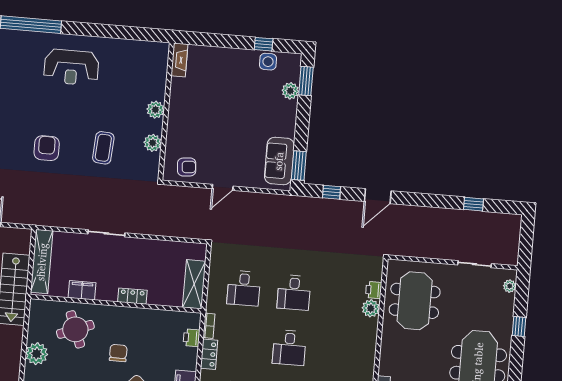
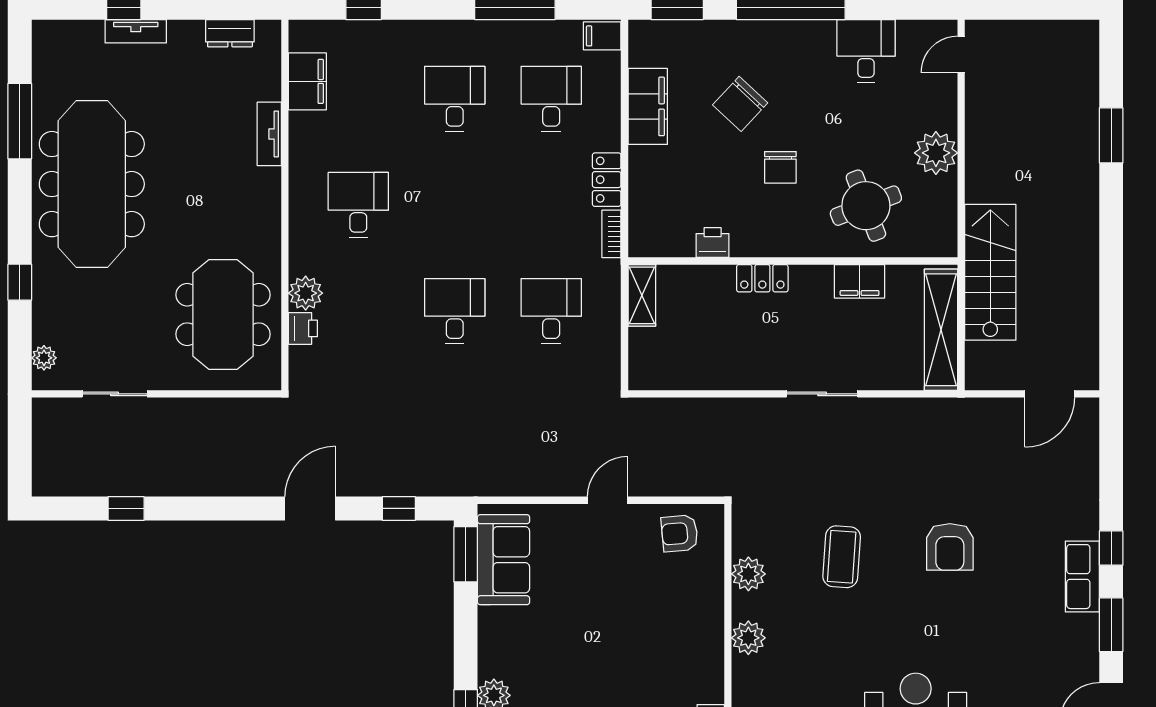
shelving: (194, 284) -> (642, 295), width x0.67, depth x0.75
printer: (191, 338) -> (713, 243), moved, turned -90
desk: (289, 348) -> (358, 205), moved

